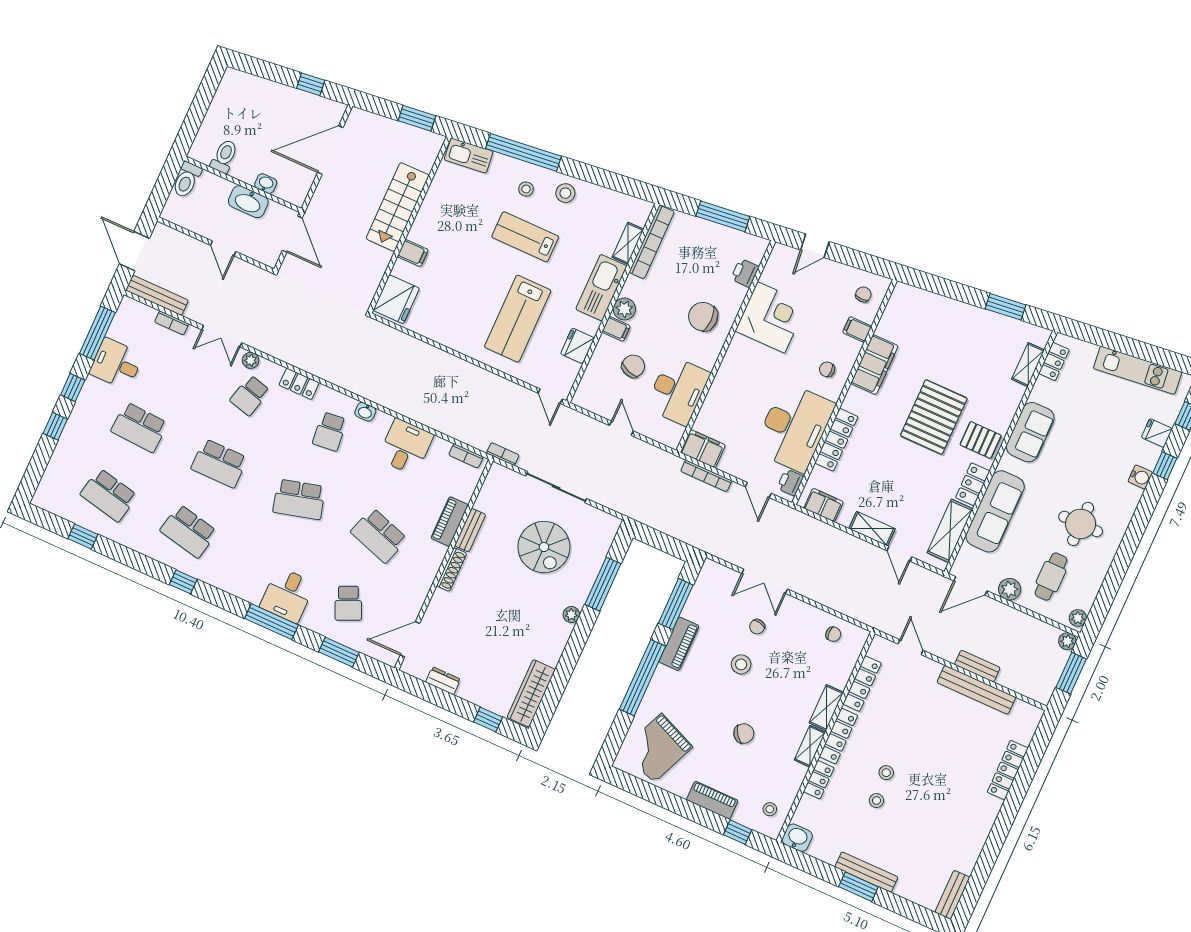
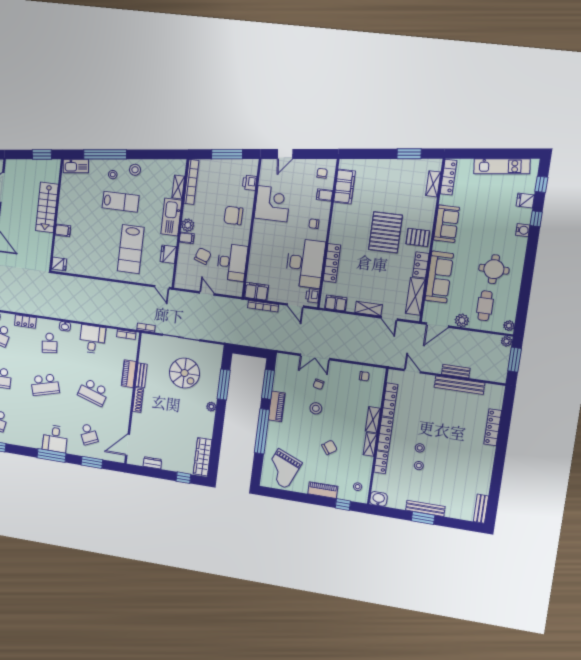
lab bench: (525, 237) -> (121, 202), turned 180
fridge: (396, 299) -> (59, 264), width x0.53, depth x0.75
locker: (1054, 362) -> (448, 177), width x1.53
filing cabinet: (874, 365) -> (344, 186), moved

